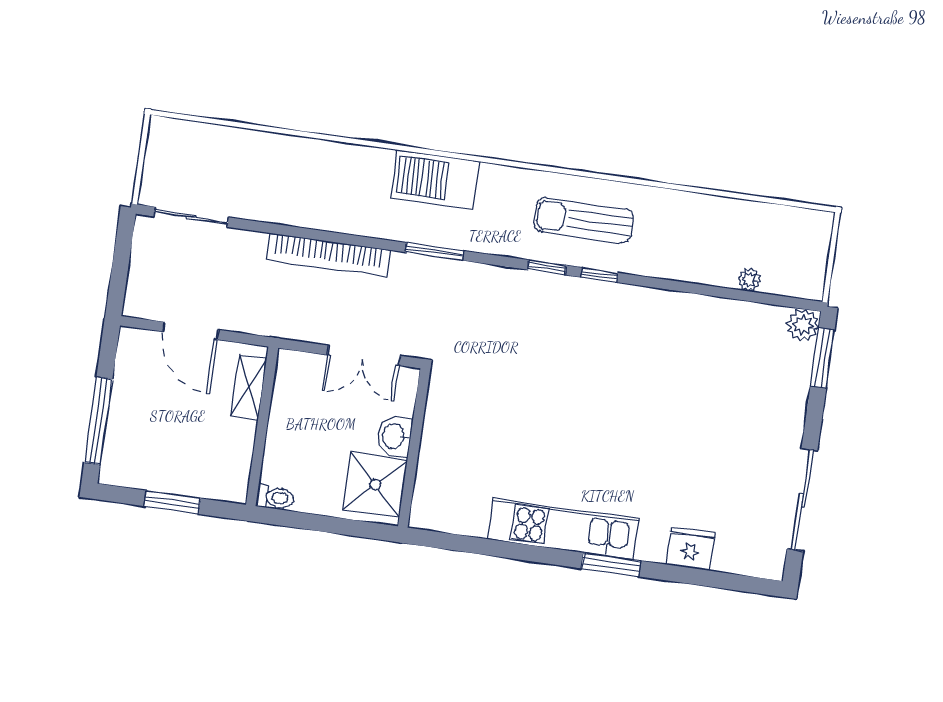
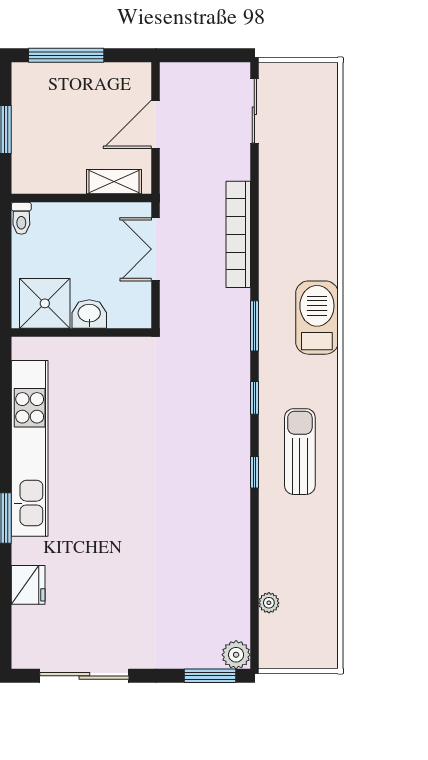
window: (547, 268) -> (254, 398), moved
double door: (364, 355) -> (156, 249), moved
kitchen unit: (563, 529) -> (30, 448), width x1.36

